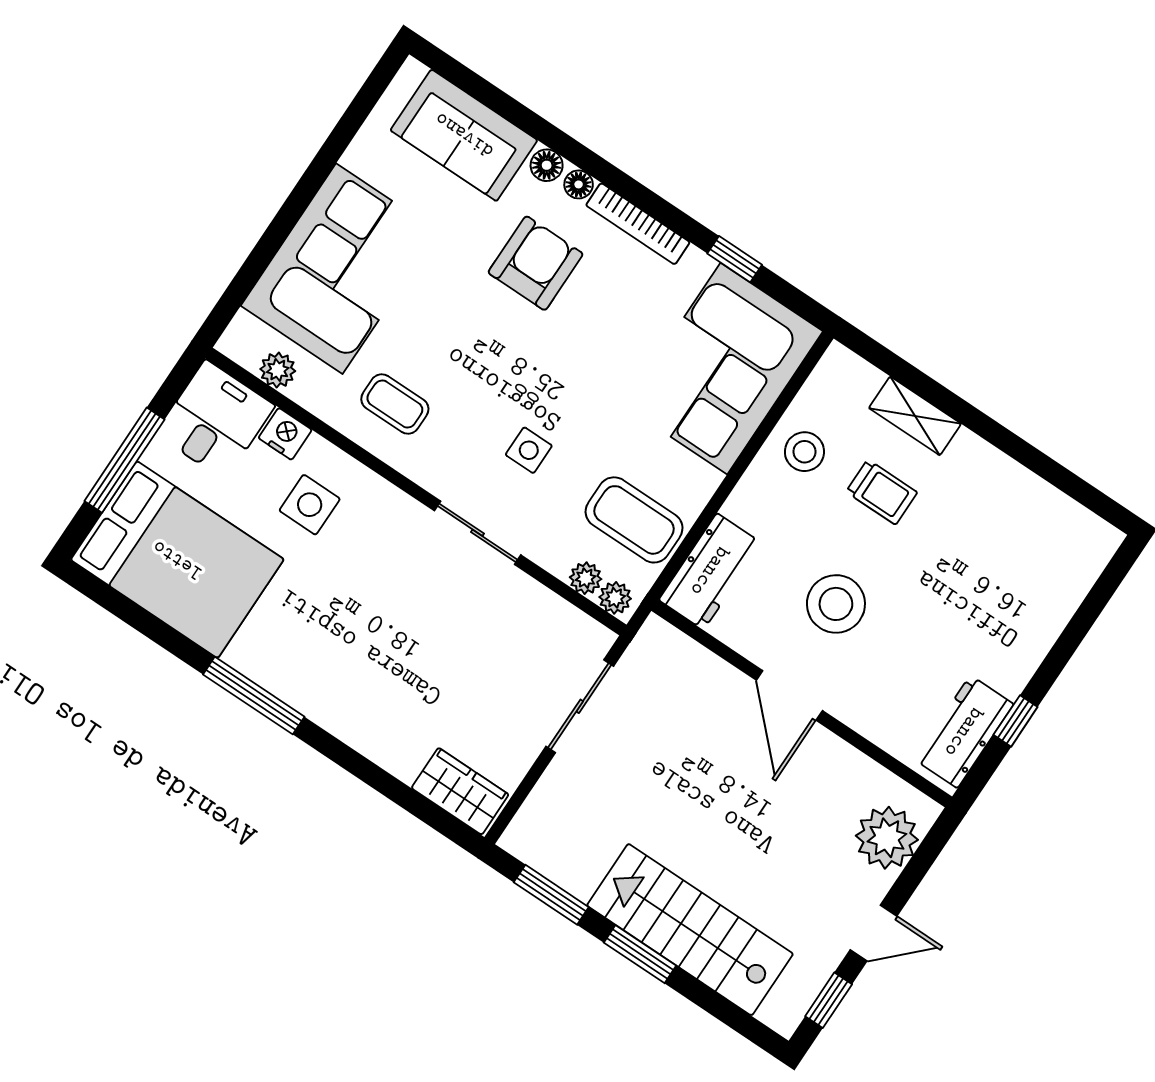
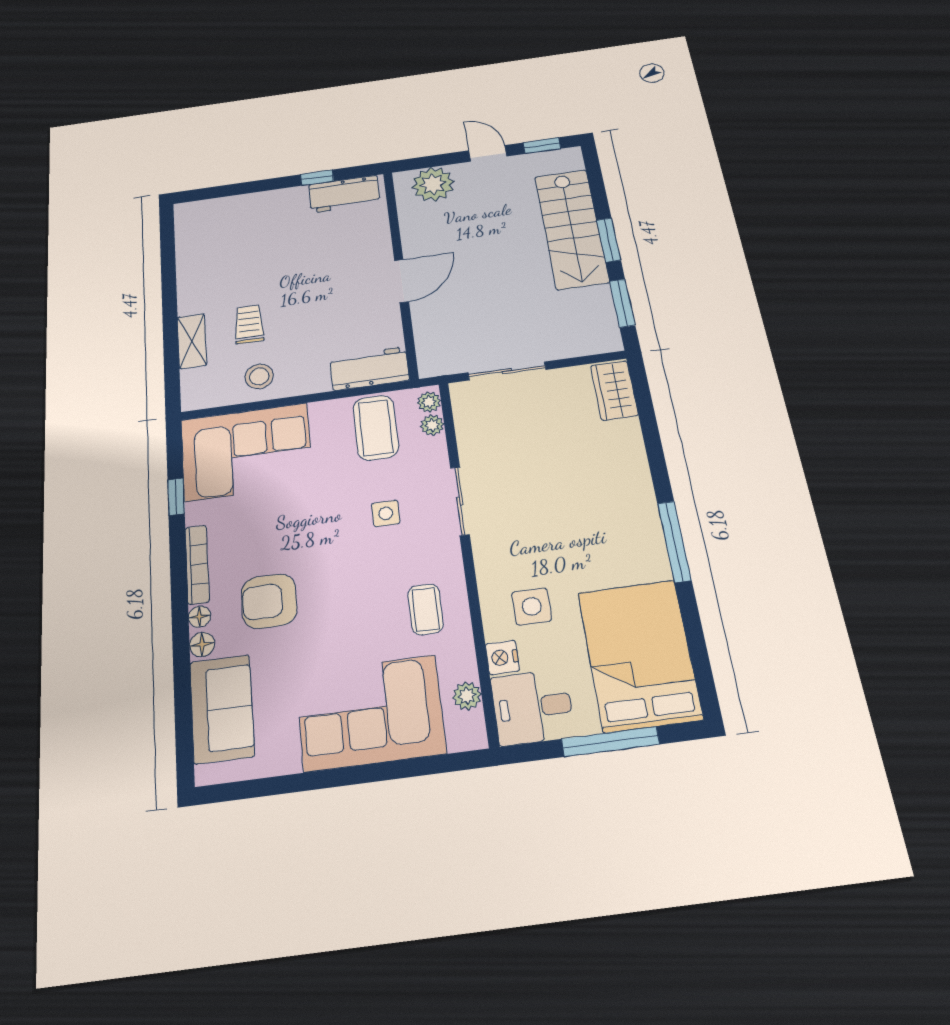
stool: (836, 604) -> (331, 298), removed

